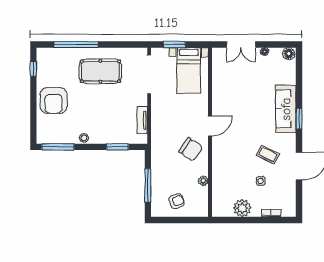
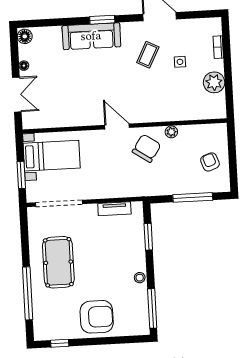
plant: (203, 181) -> (171, 132), moved

